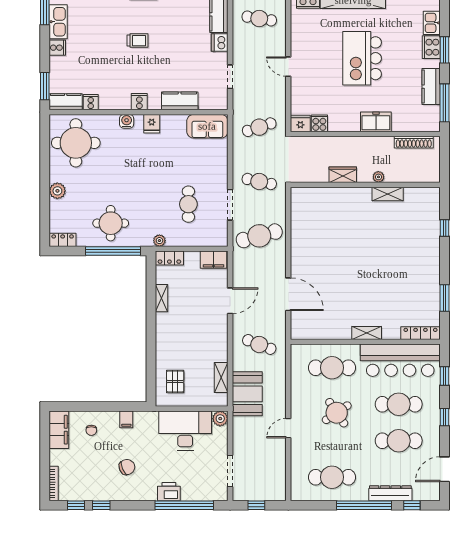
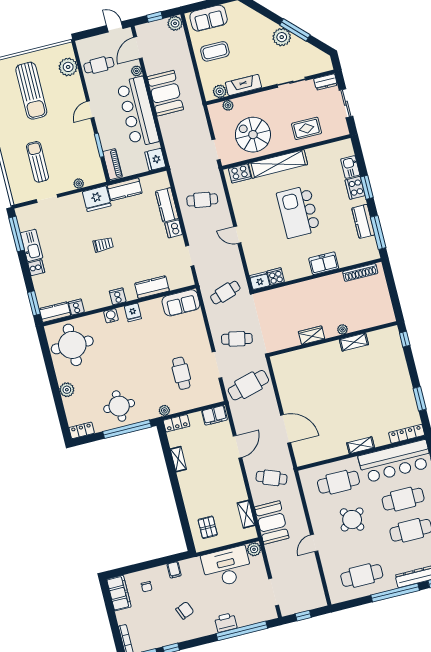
wardrobe: (343, 175) -> (312, 335), moved
plant: (378, 177) -> (343, 329), moved
wall: (365, 185) -> (333, 339), moved
shelving: (388, 194) -> (354, 342), moved

